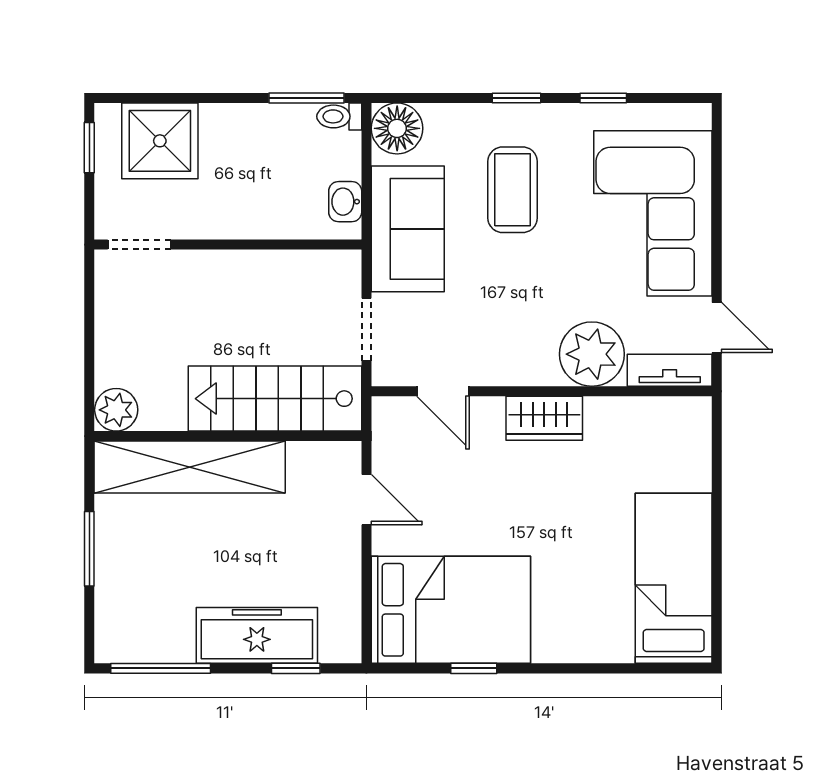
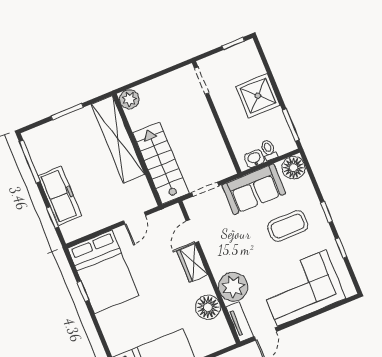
toilet: (339, 116) -> (269, 150), moved
shower: (160, 141) -> (258, 96), moved
wardrobe: (544, 418) -> (192, 263), moved
floor lamp: (613, 423) -> (208, 307), added

